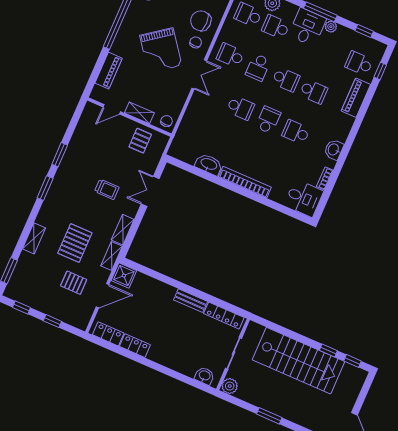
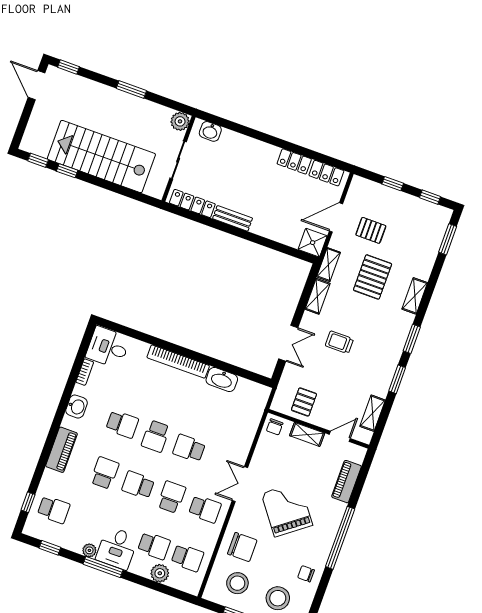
chair: (196, 42) -> (247, 521), removed
school desk: (314, 92) -> (105, 473), turned 90
piano: (356, 98) -> (61, 450), moved
shelving: (83, 127) -> (373, 413), added
shelving: (34, 238) -> (415, 296), moved

